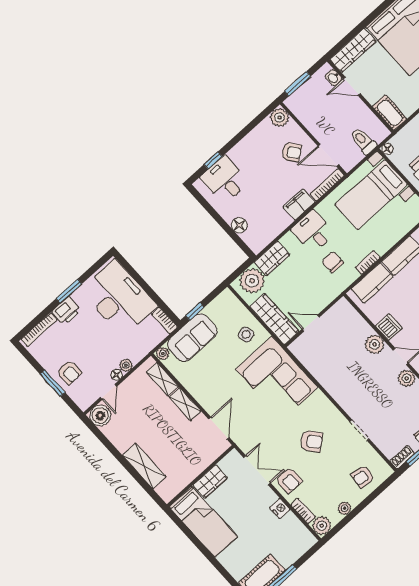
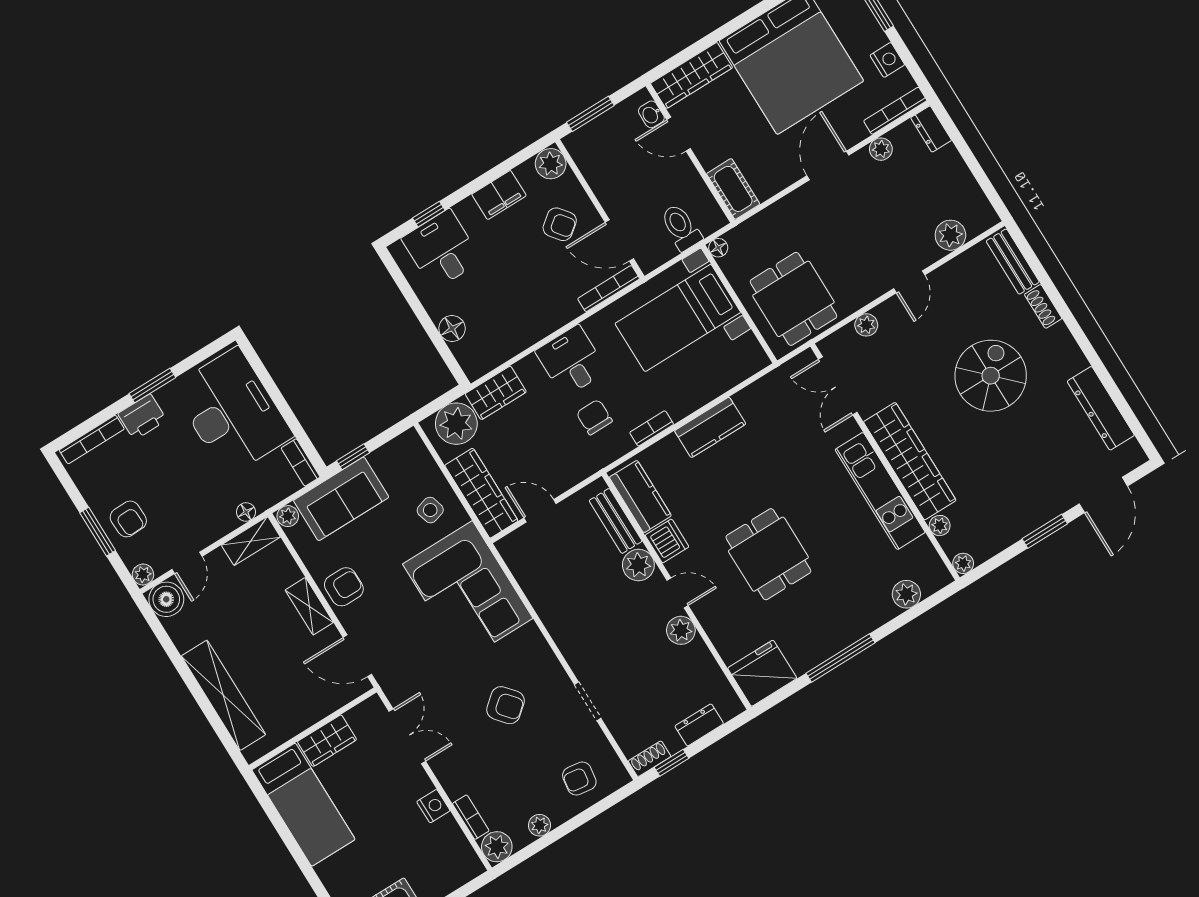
filing cabinet: (299, 205) -> (499, 195), moved, turned 180
kitchen counter: (372, 283) -> (640, 497), moved, turned -90
bench: (356, 321) -> (616, 521), added
plant: (126, 365) -> (143, 575), moved
floor lamp: (117, 375) -> (246, 512), moved
shelving: (162, 379) -> (251, 541), moved, turned 90
door: (219, 428) -> (357, 656), swing flipped
shelving: (144, 466) -> (223, 695), width x1.47
armchair: (289, 480) -> (344, 587), moved, turned -89

